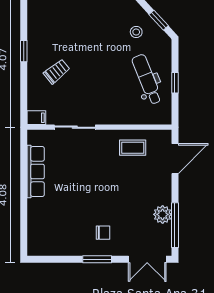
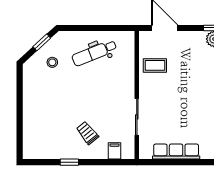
window: (175, 83) -> (97, 28), removed
filing cabinet: (36, 118) -> (114, 151), moved
coffee table: (133, 148) -> (155, 65), turned 90

